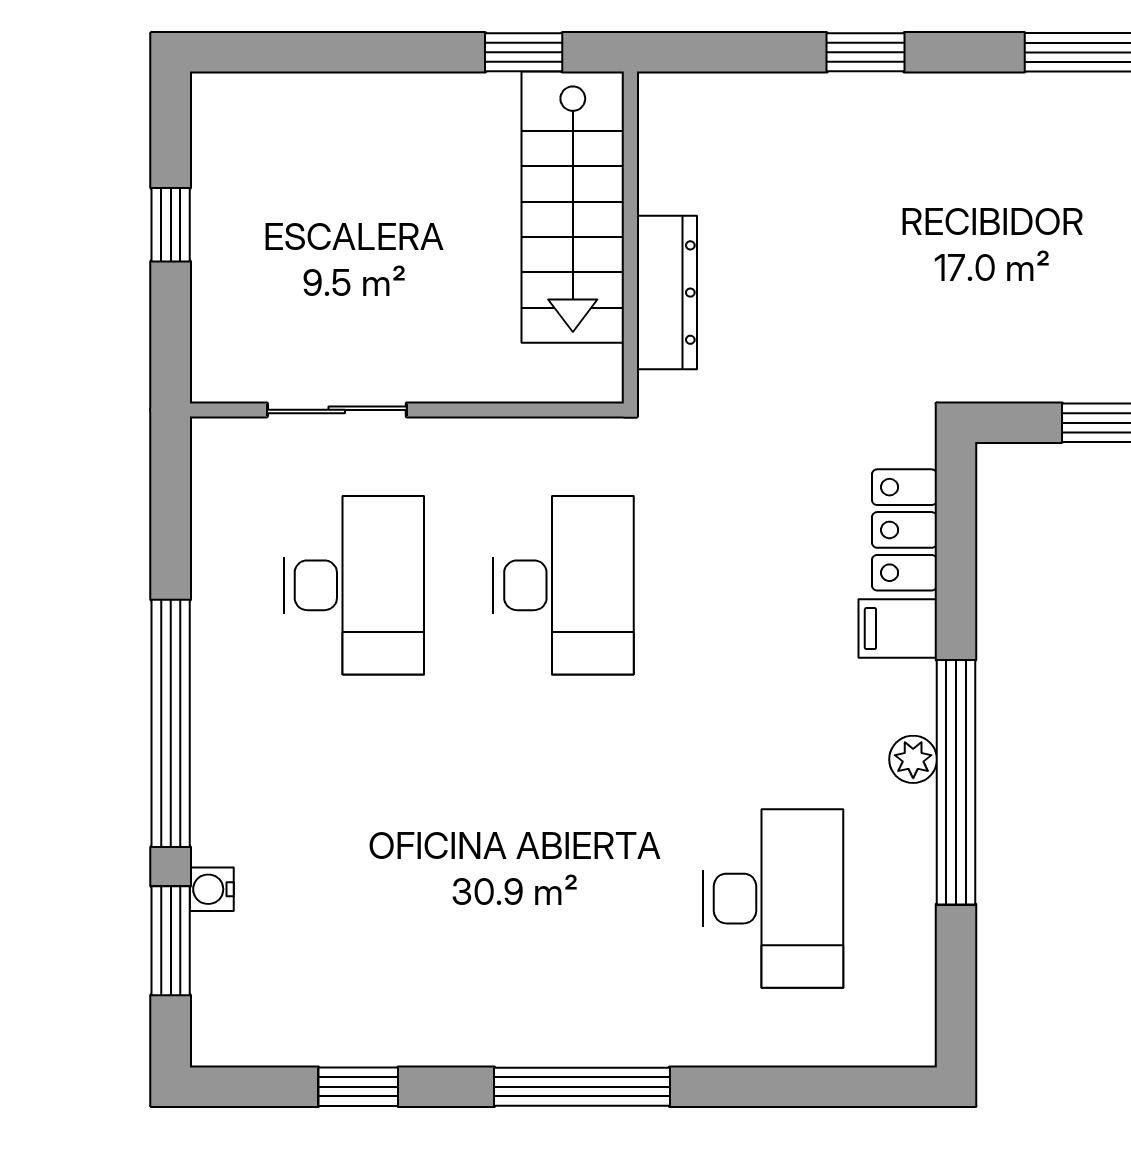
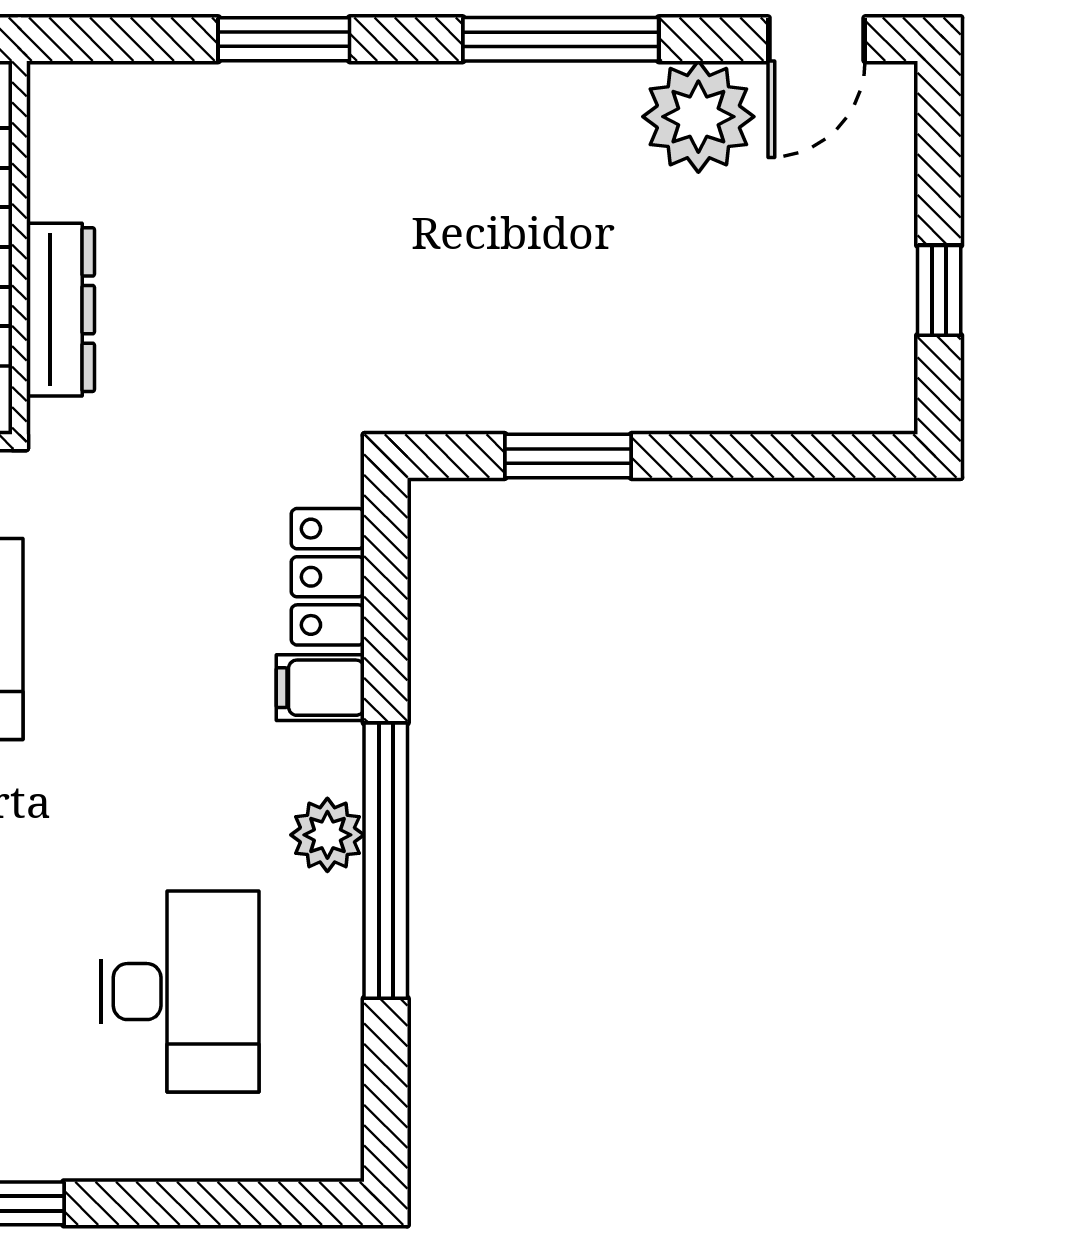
window: (866, 52) -> (284, 39), width x1.50
plant: (913, 759) -> (327, 835), width x1.38, depth x1.38

